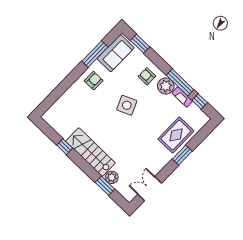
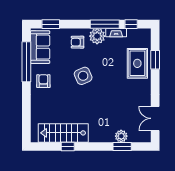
window: (95, 54) -> (26, 62), width x1.46
stairs: (90, 152) -> (63, 133), moved
window: (182, 155) -> (155, 60), moved

